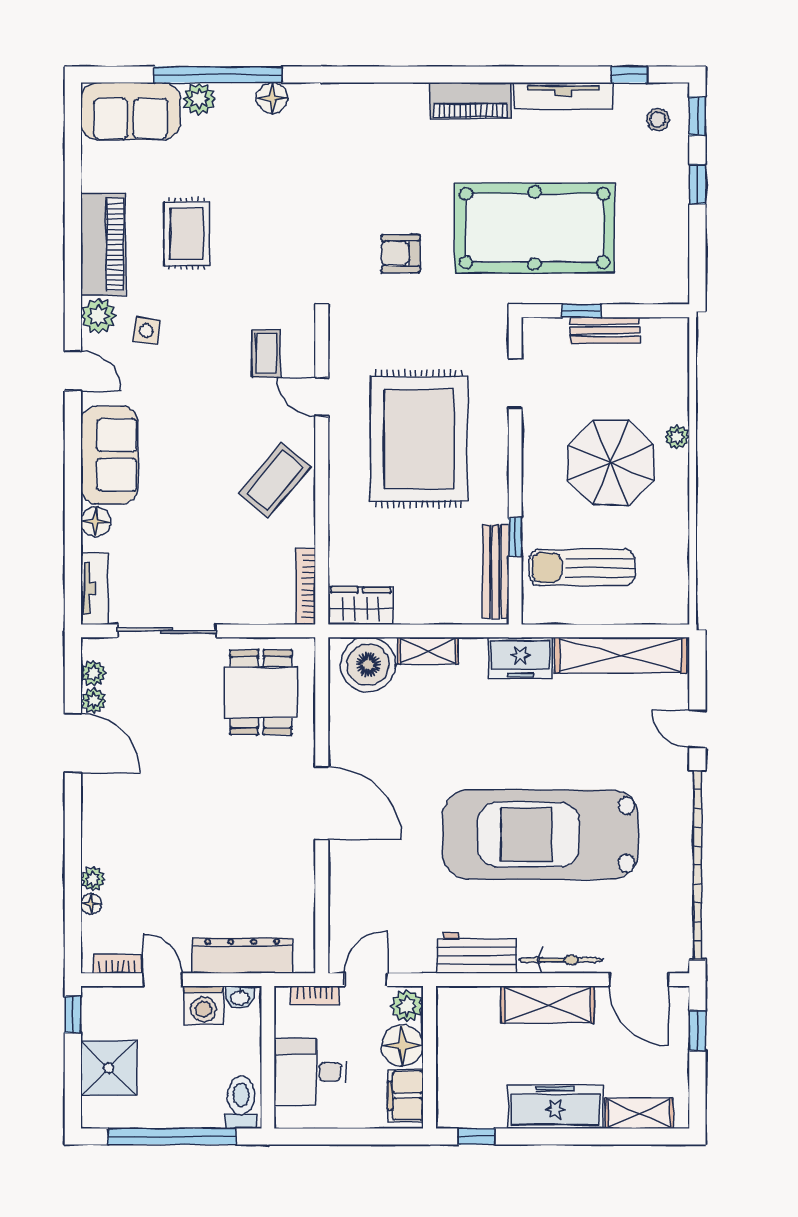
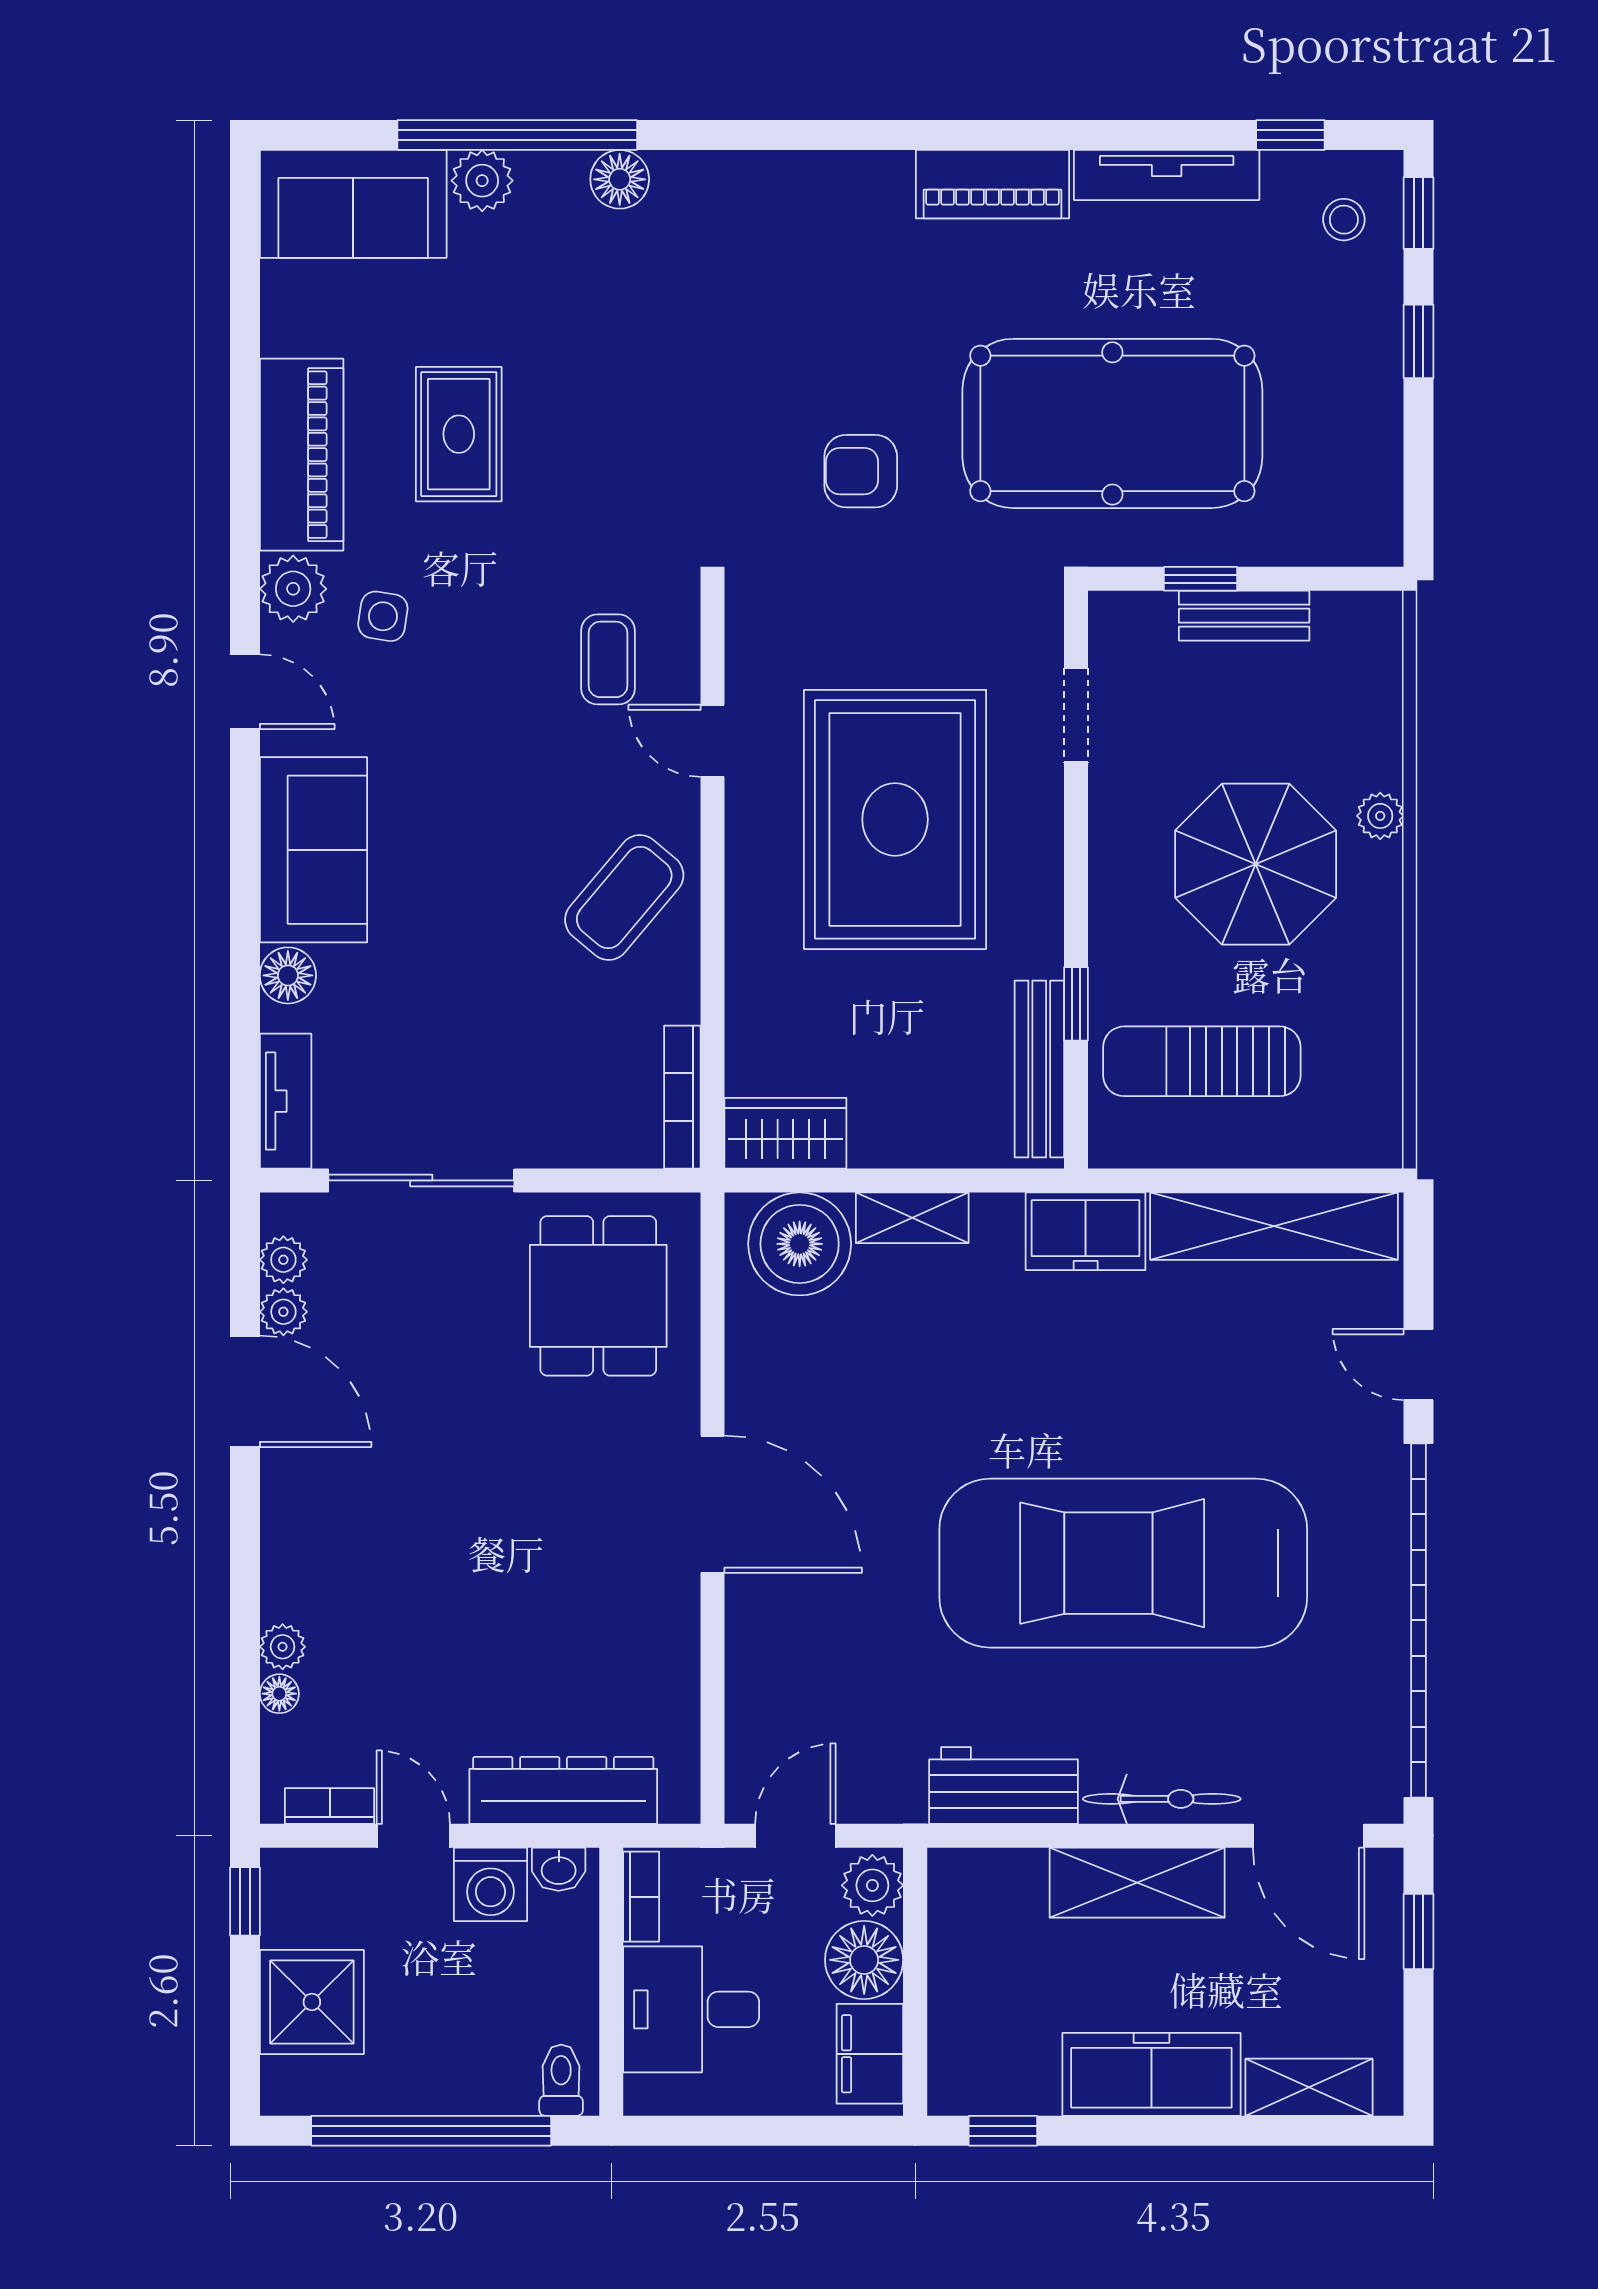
bookcase: (315, 996) -> (641, 1897), moved, turned -90
toilet: (241, 1102) -> (561, 2080), width x0.73, depth x0.72

